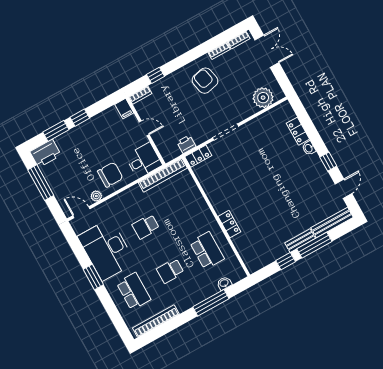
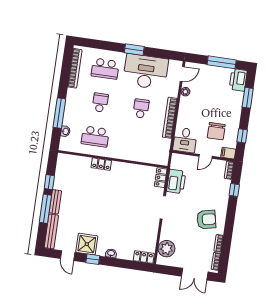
window: (80, 118) -> (242, 136), moved
locker: (298, 131) -> (144, 257), moved
printer: (186, 144) -> (176, 181), width x1.87, depth x1.48
chair: (110, 175) -> (216, 131), moved
bookcase: (163, 175) -> (170, 118), moved
shower: (318, 179) -> (87, 244), added

